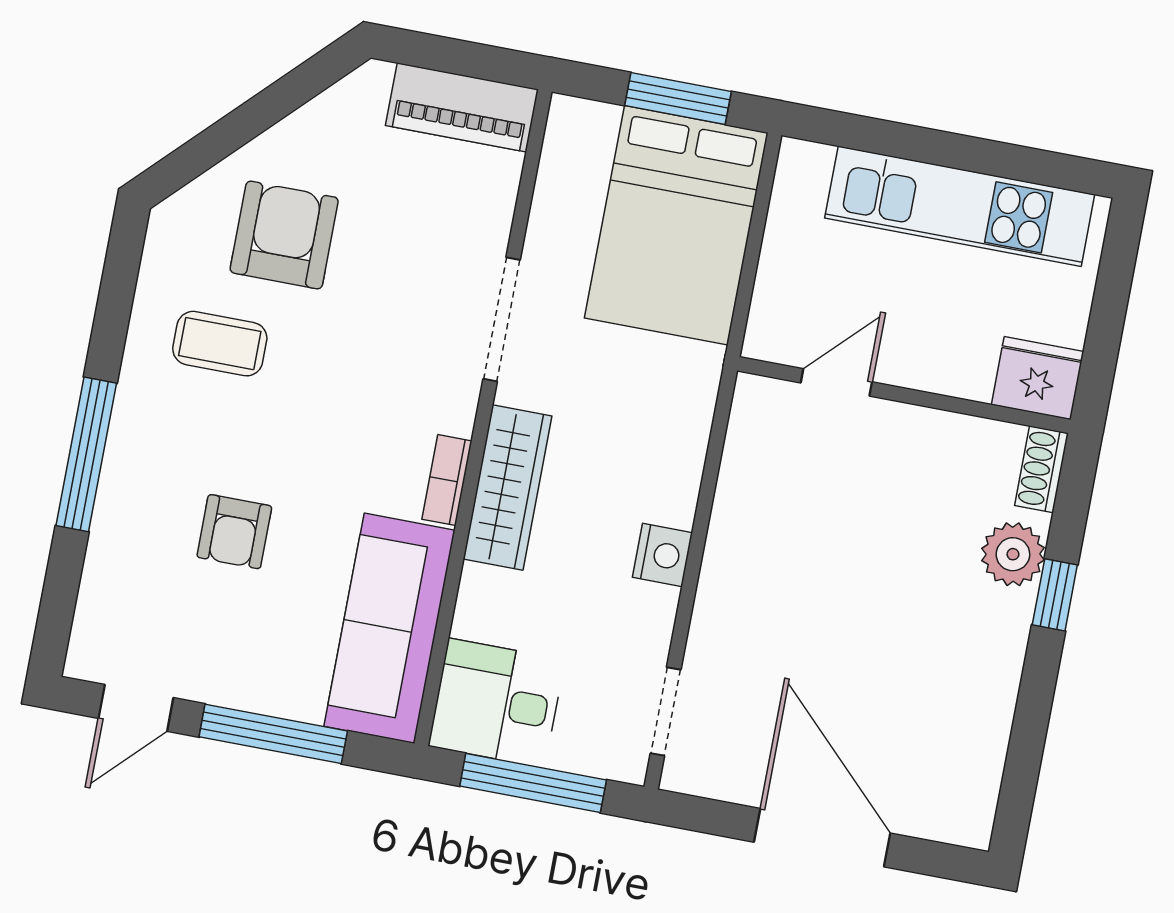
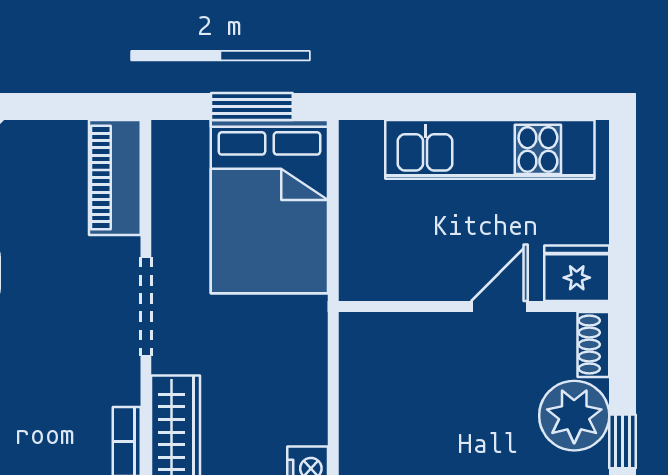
piano: (462, 107) -> (115, 178), moved, turned 90
door: (836, 382) -> (499, 307), moved
plant: (1013, 554) -> (574, 416), width x1.36, depth x1.36

